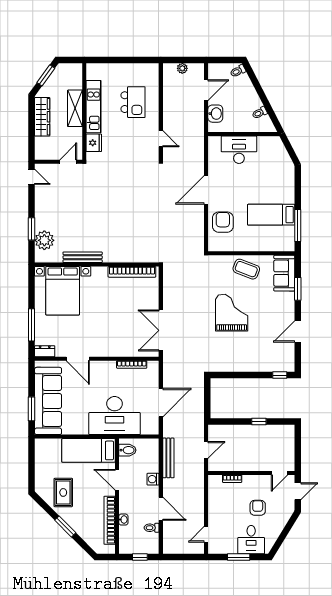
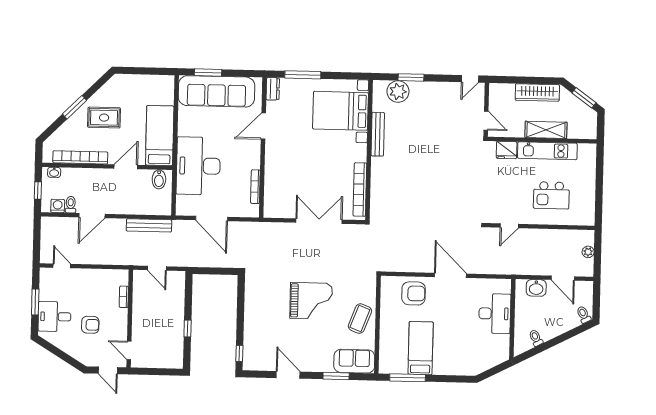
double door: (161, 330) -> (319, 221), moved
washing machine: (153, 479) -> (58, 206), moved
rug: (63, 492) -> (104, 118), moved
washbasin: (123, 520) -> (54, 172), moved

